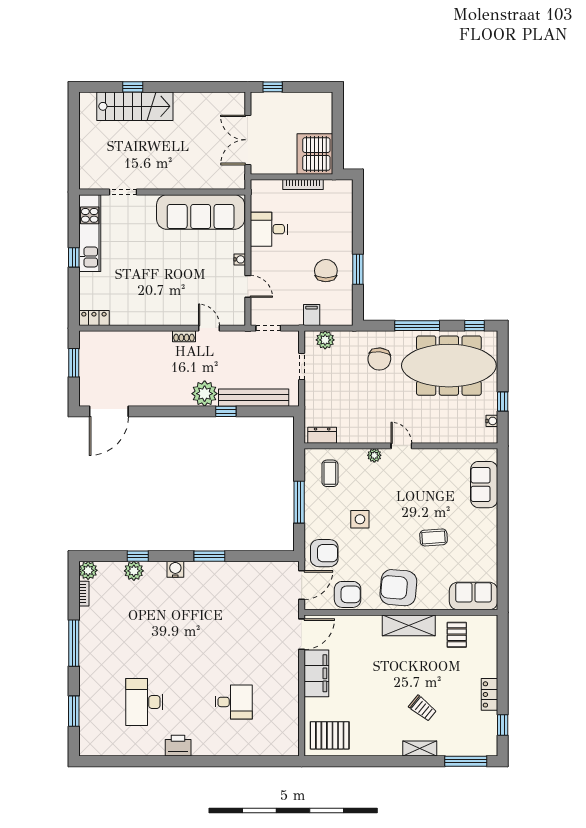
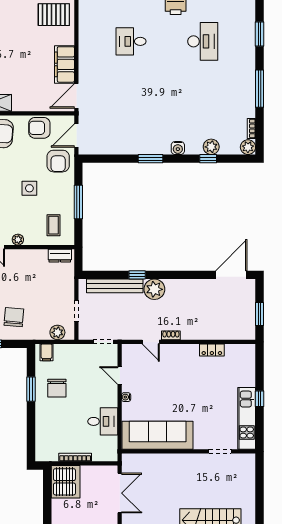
filing cabinet: (312, 315) -> (46, 352), moved
locker: (94, 318) -> (212, 350), moved
armchair: (324, 553) -> (58, 161), turned -90

